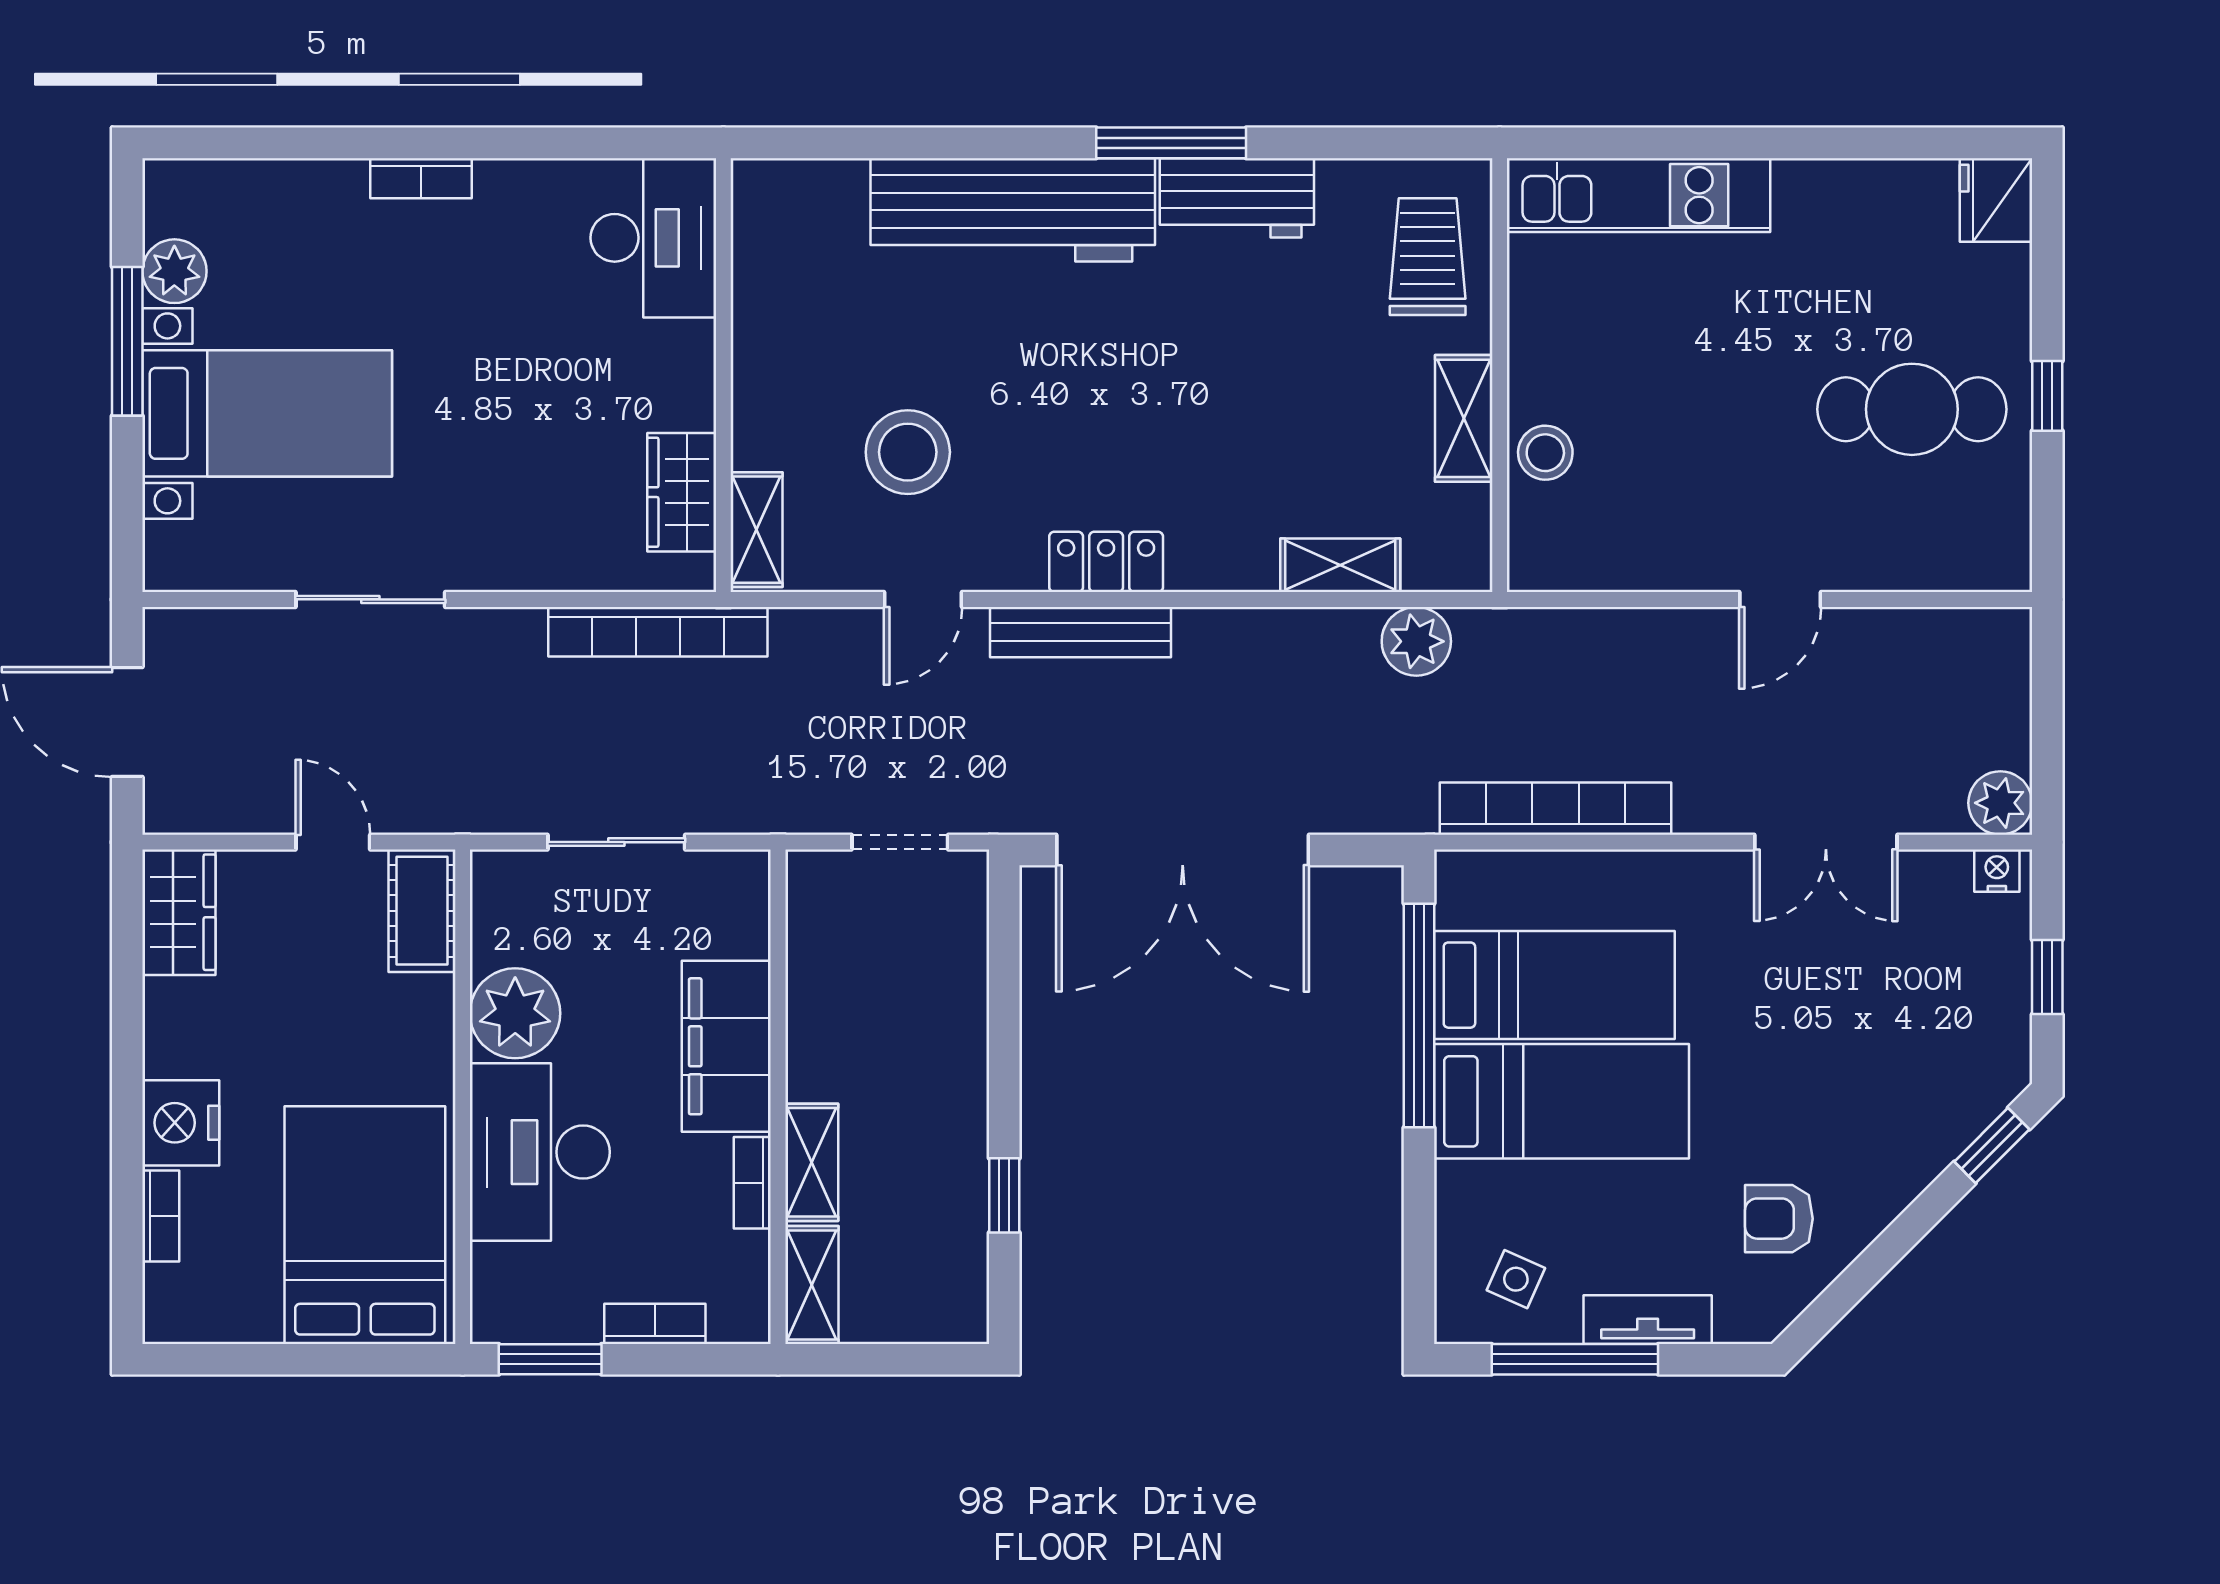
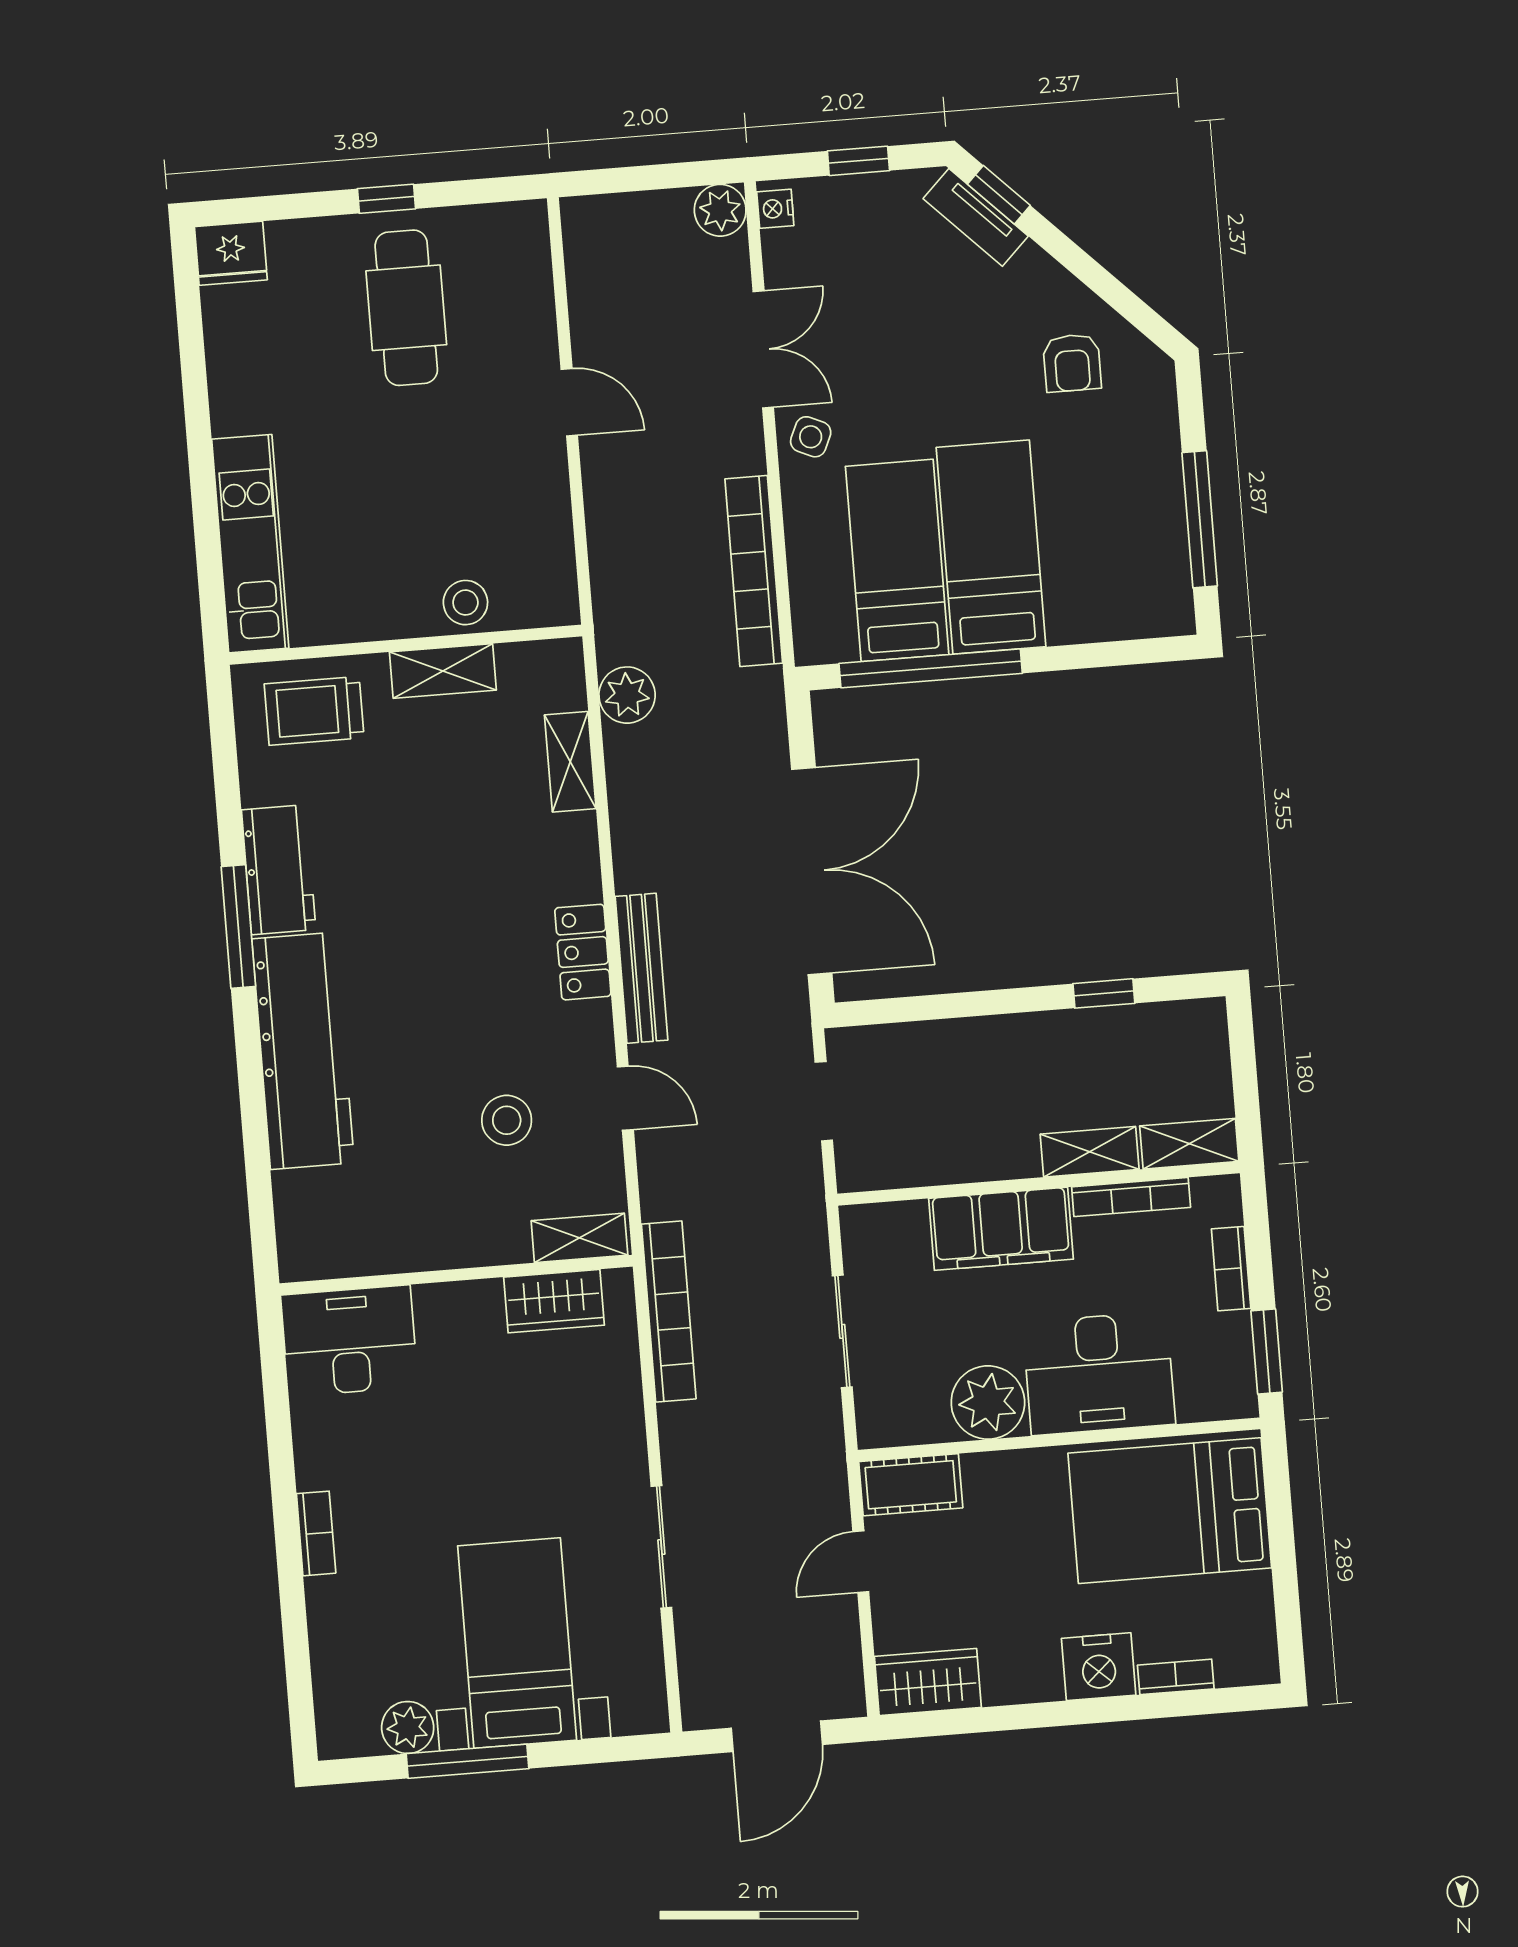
stool: (908, 452) -> (507, 1120), width x0.73, depth x0.73
bookcase: (752, 1183) -> (1131, 1197), width x1.56
side table: (1516, 1279) -> (811, 437), moved
tv unit: (1648, 1320) -> (976, 217), moved, turned -45

